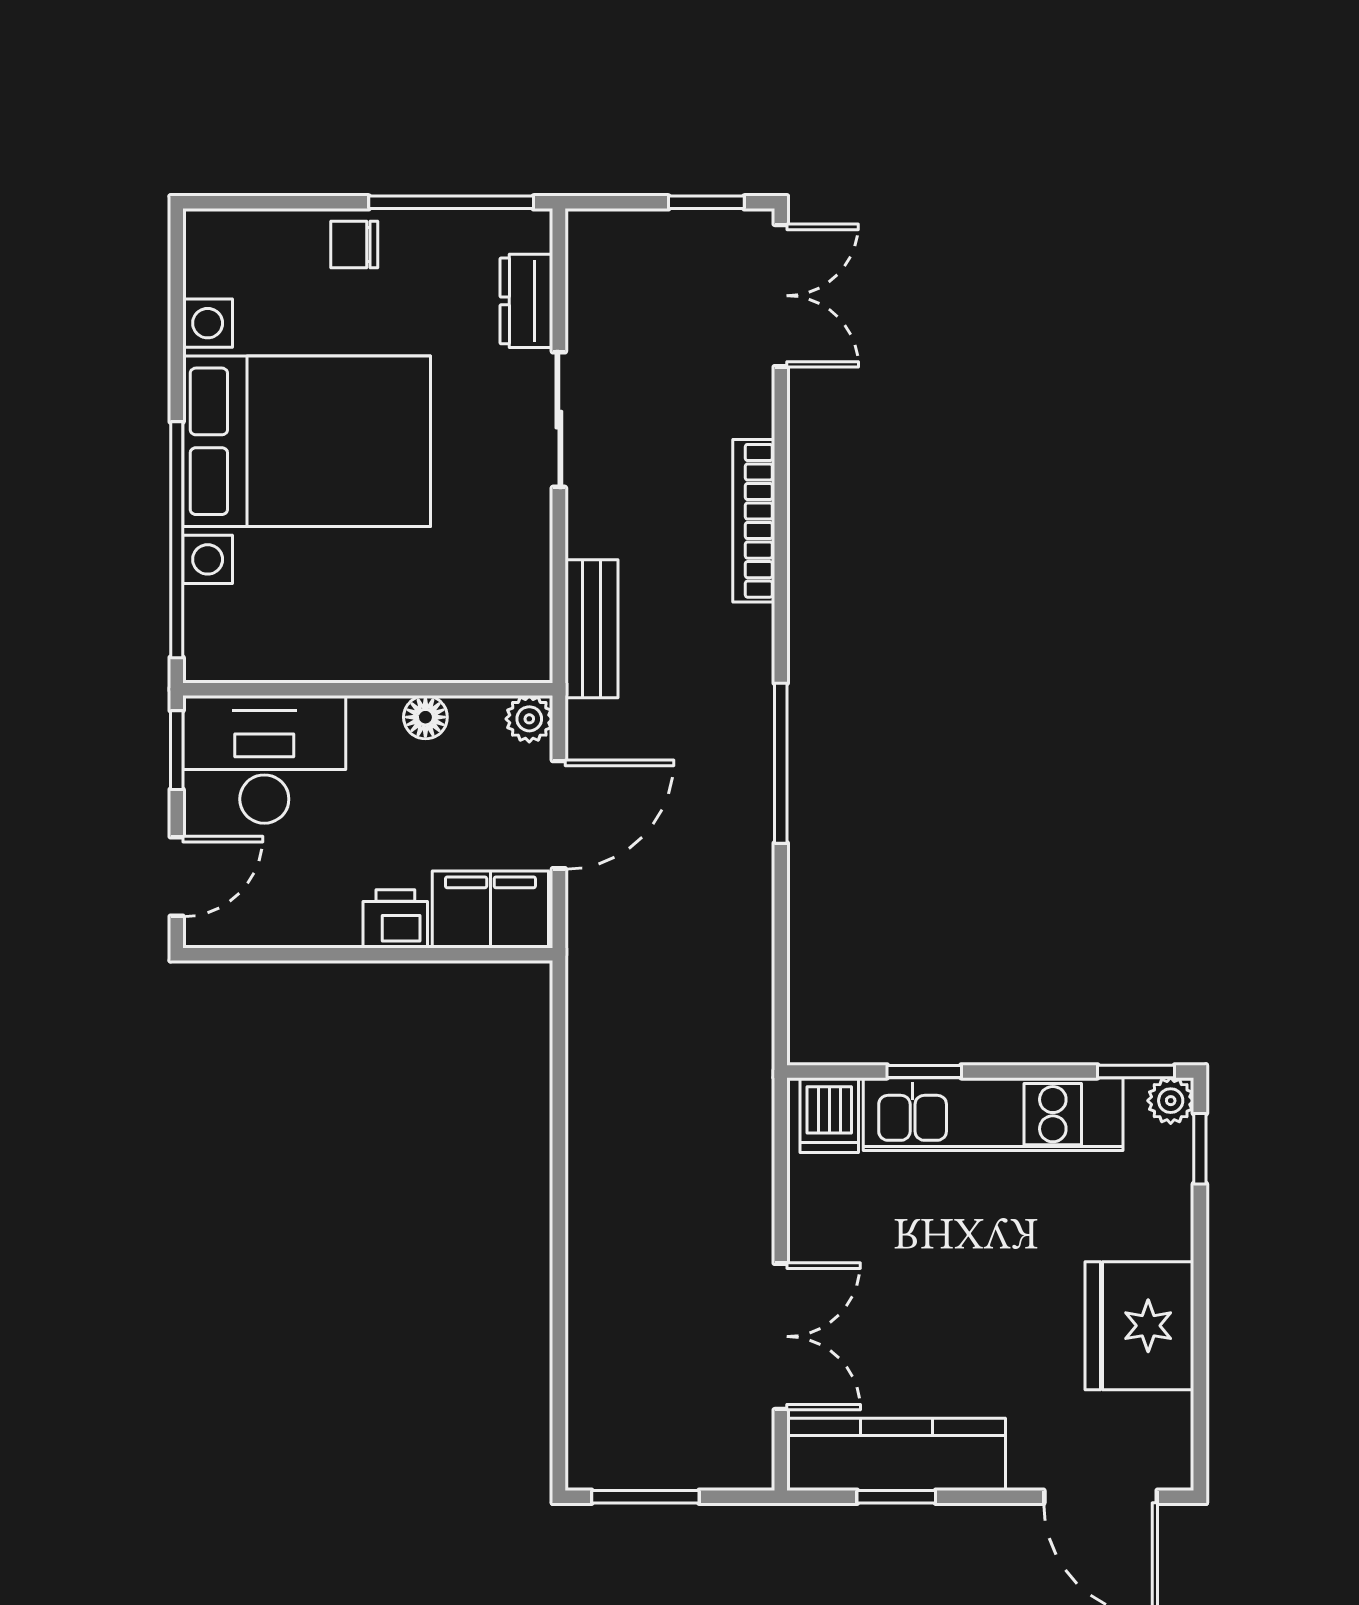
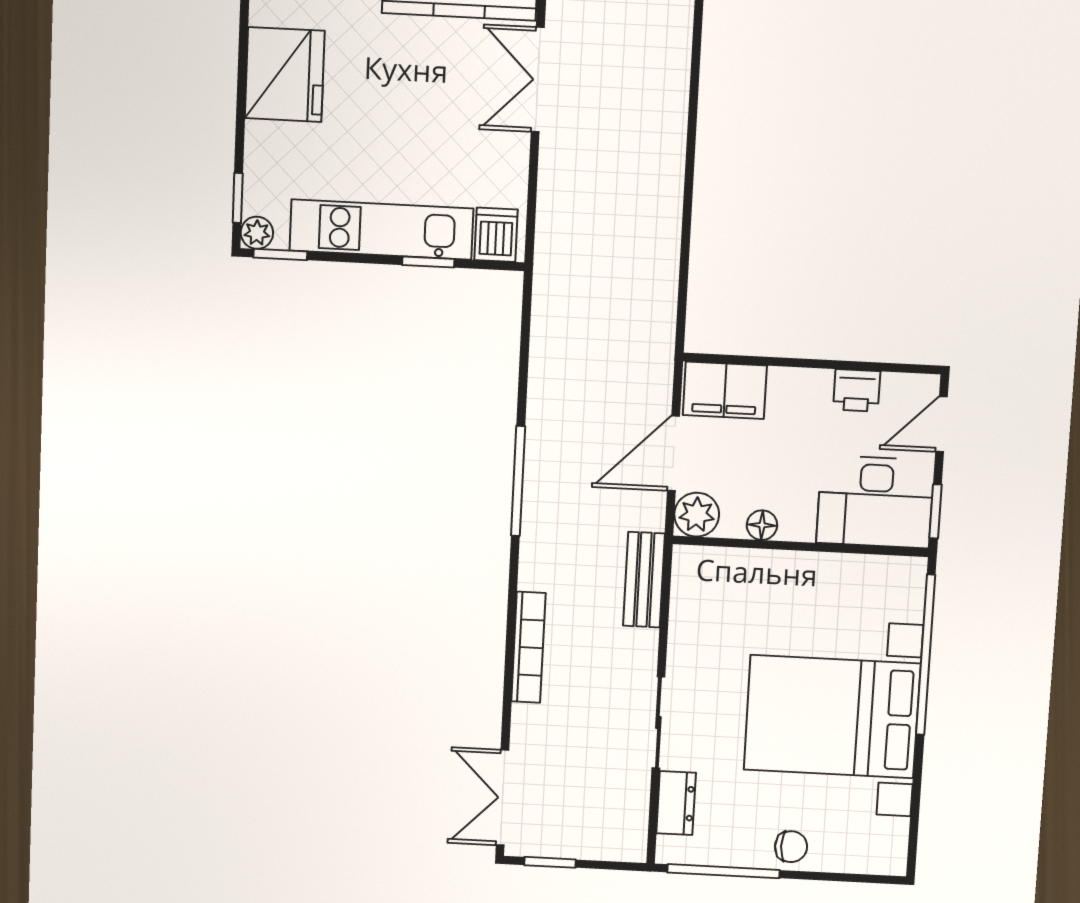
plant: (529, 719) -> (697, 515), width x1.38, depth x1.38
printer: (395, 919) -> (857, 390), moved

